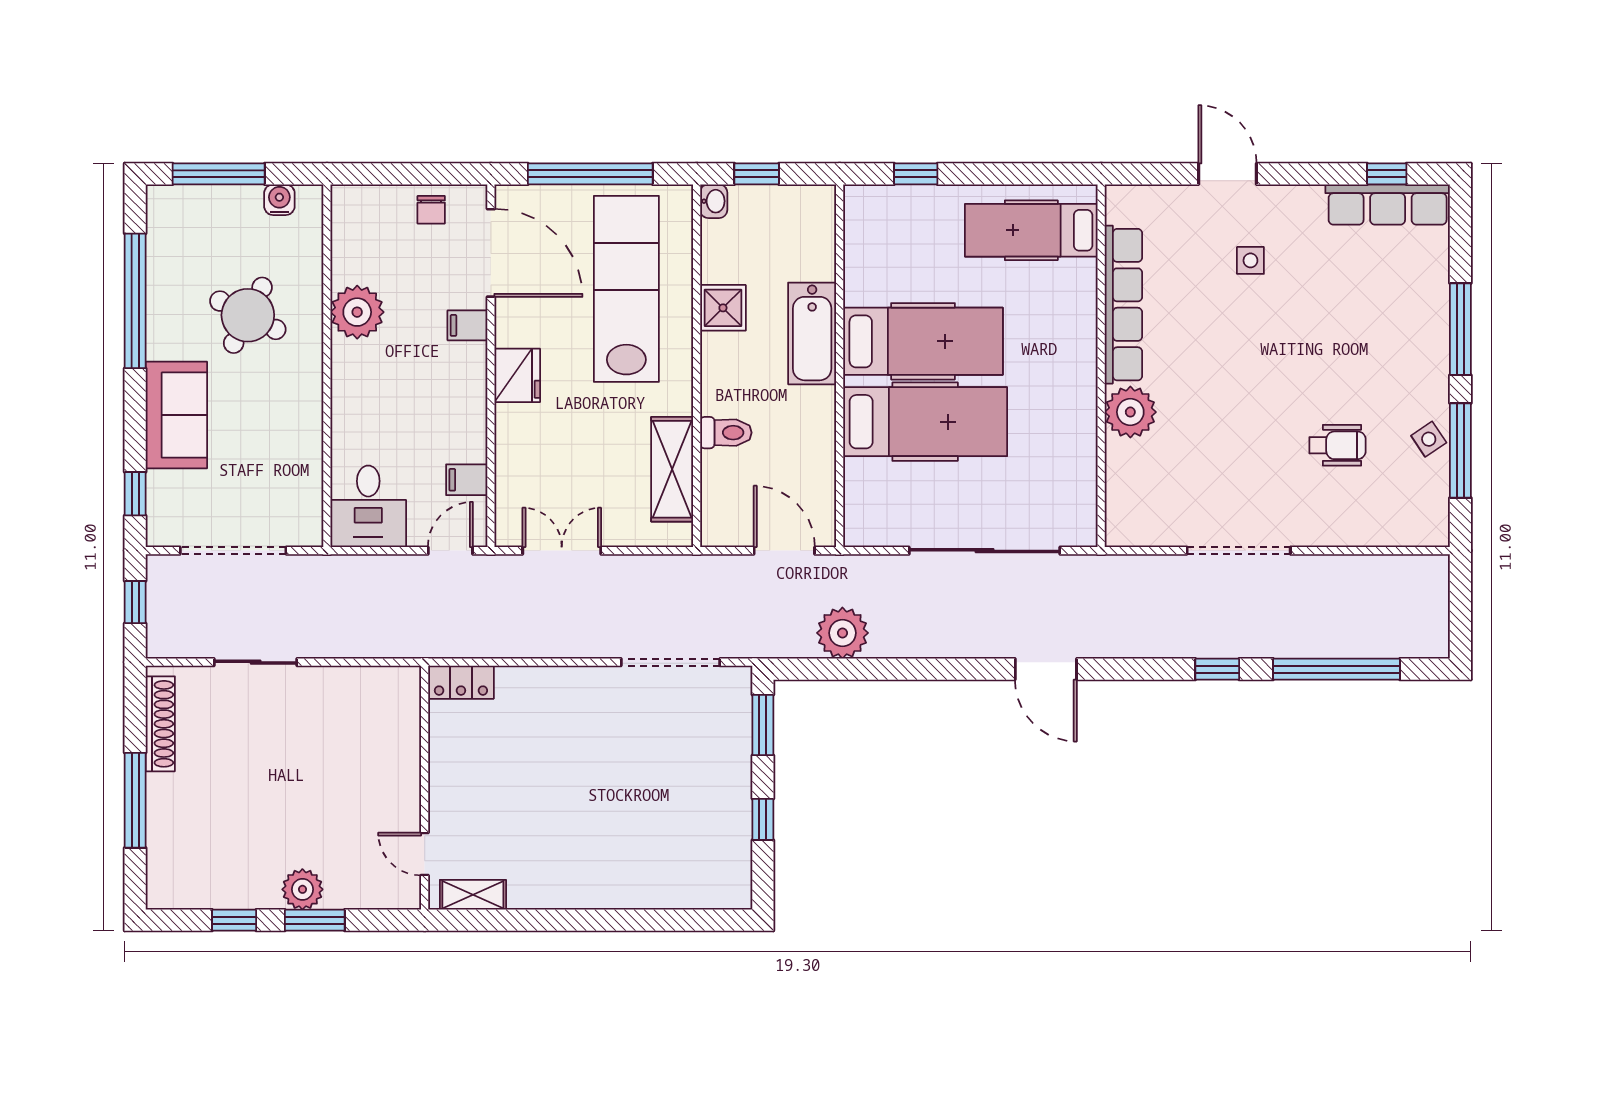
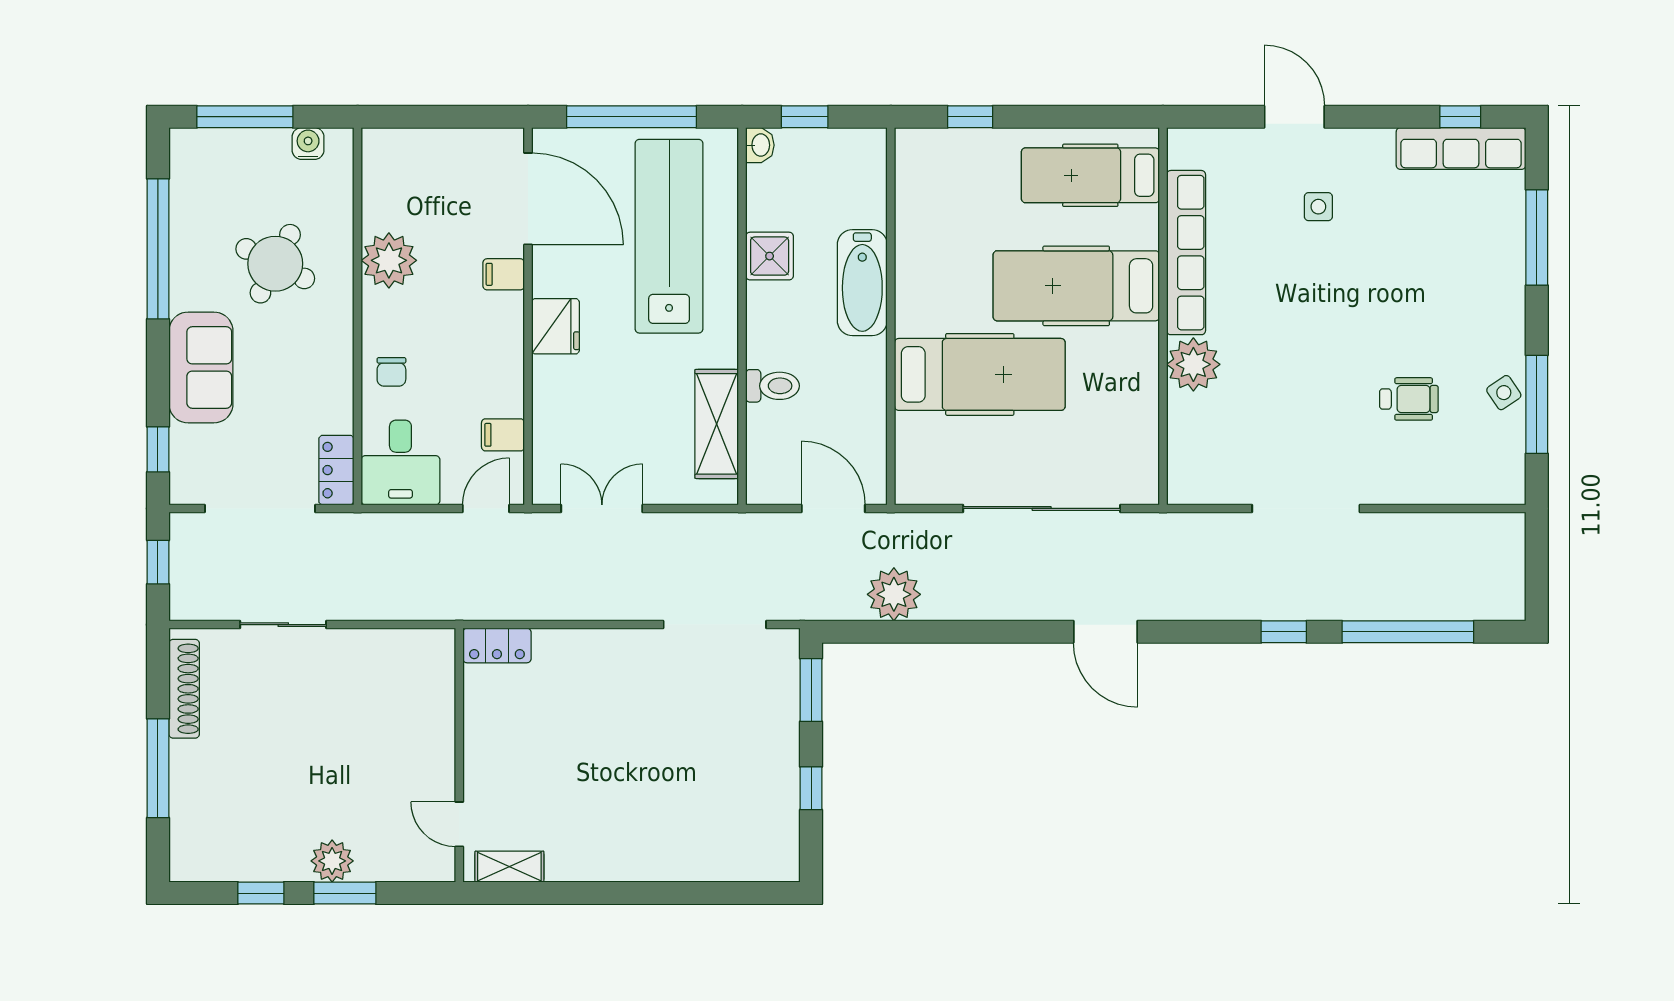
chair: (431, 210) -> (391, 372), moved
window: (1460, 329) -> (1537, 237), moved
hospital bed: (923, 341) -> (1076, 286), moved, turned 180
locker: (307, 514) -> (336, 470), added

